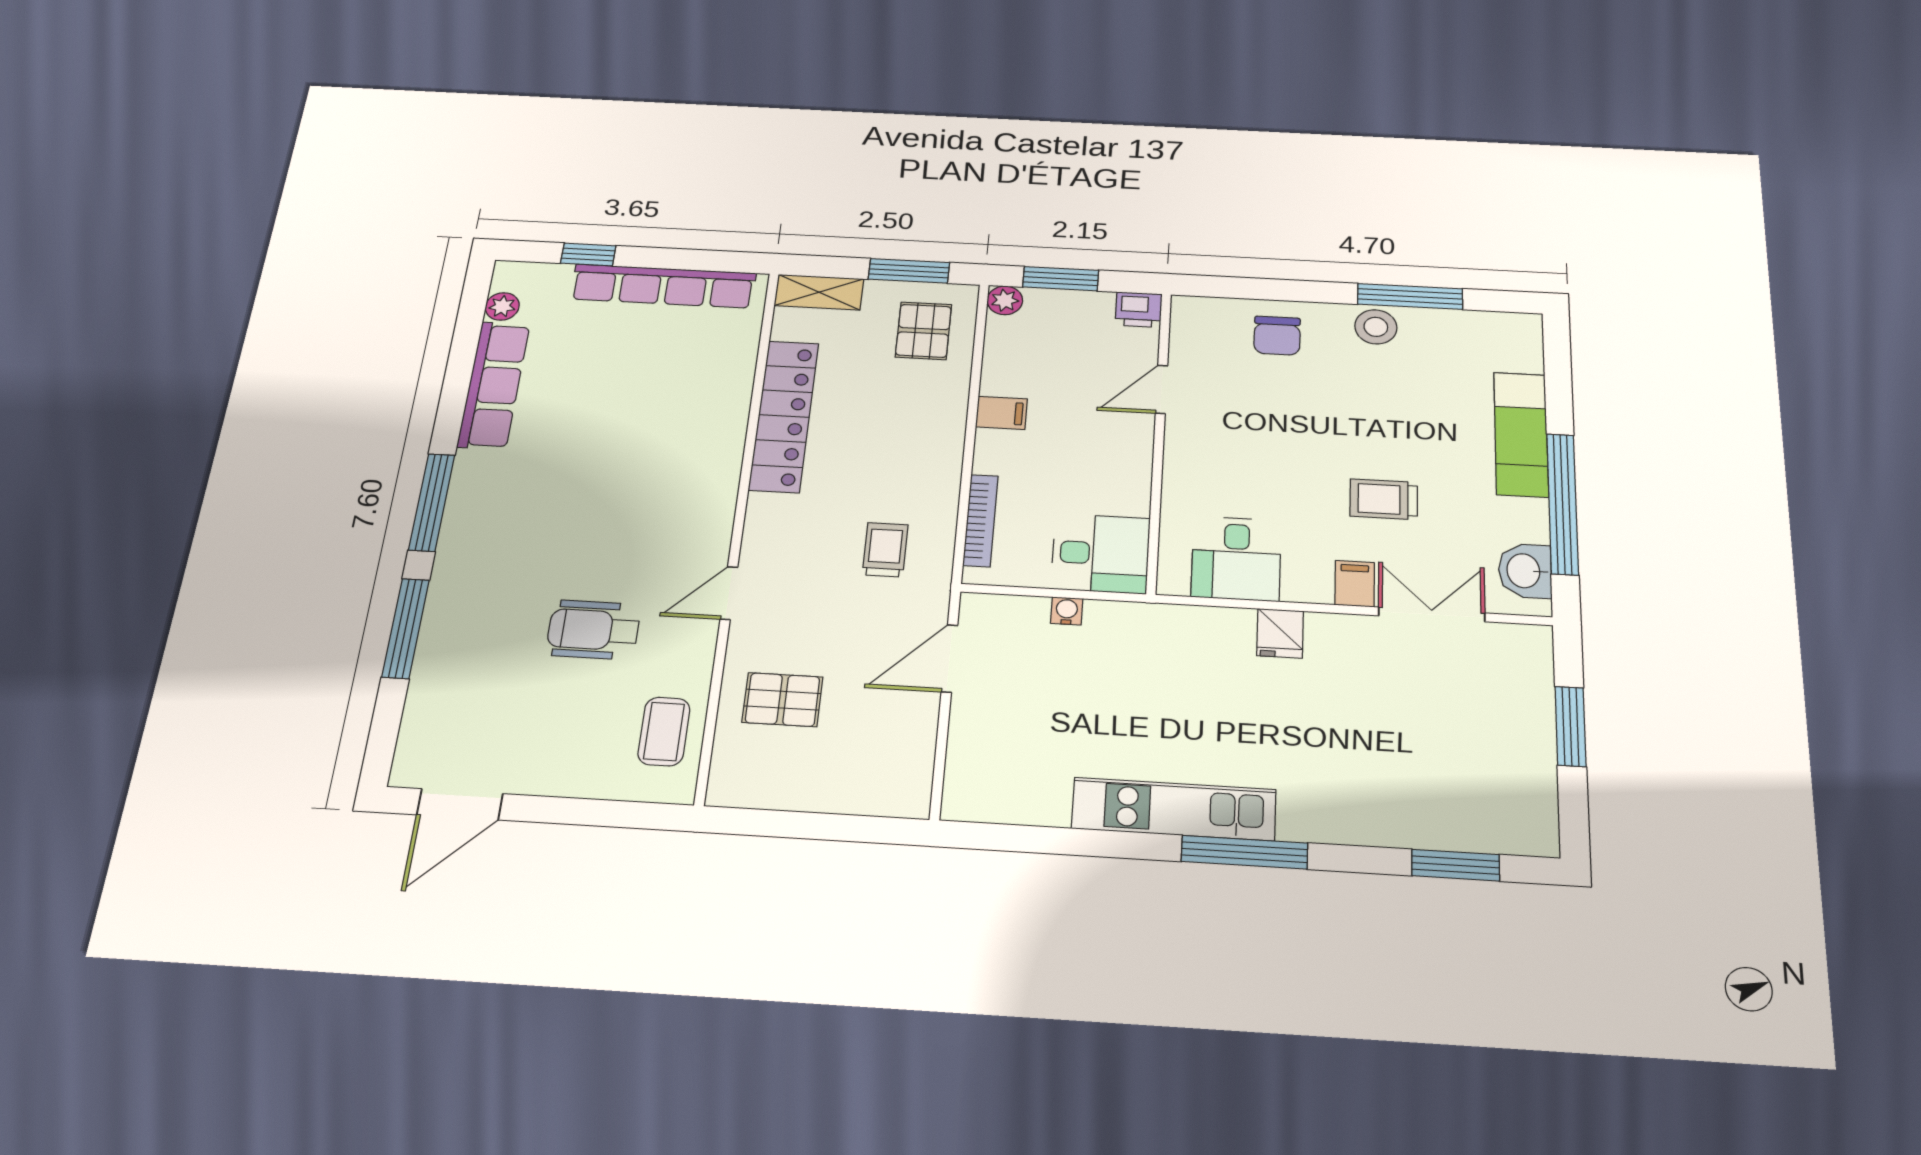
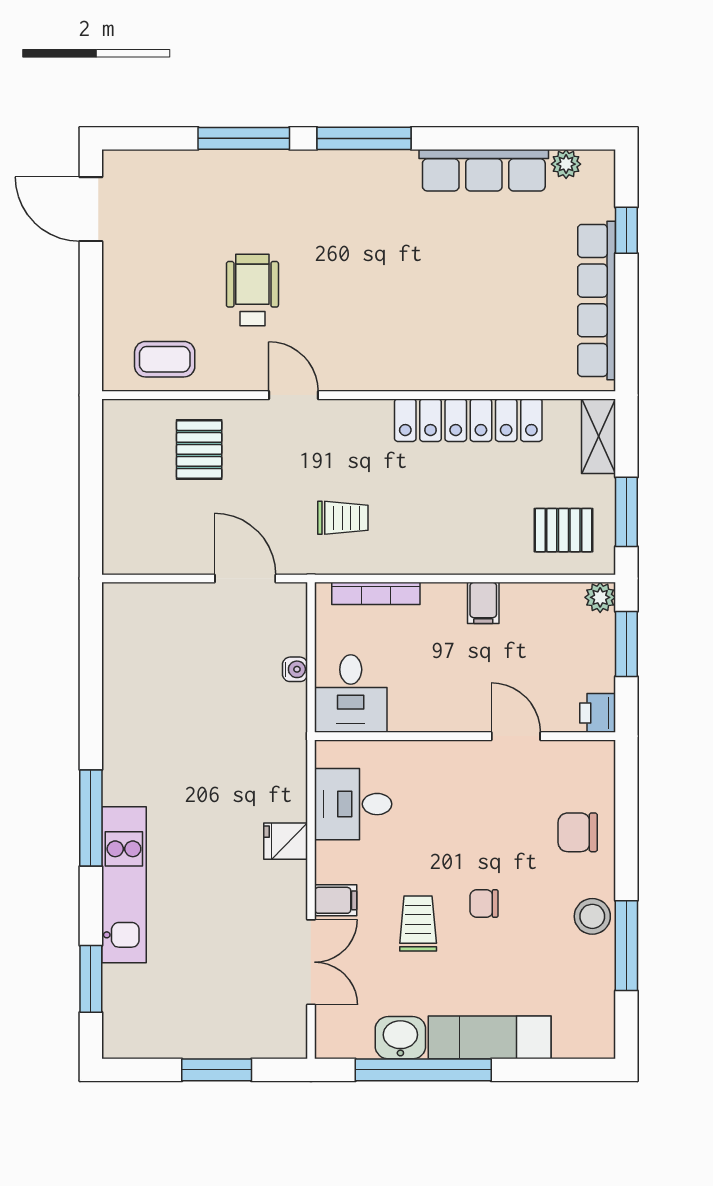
chair: (1360, 431) -> (484, 904), added
washbasin: (1525, 571) -> (400, 1038), moved
kitchen unit: (1174, 809) -> (124, 885), moved

